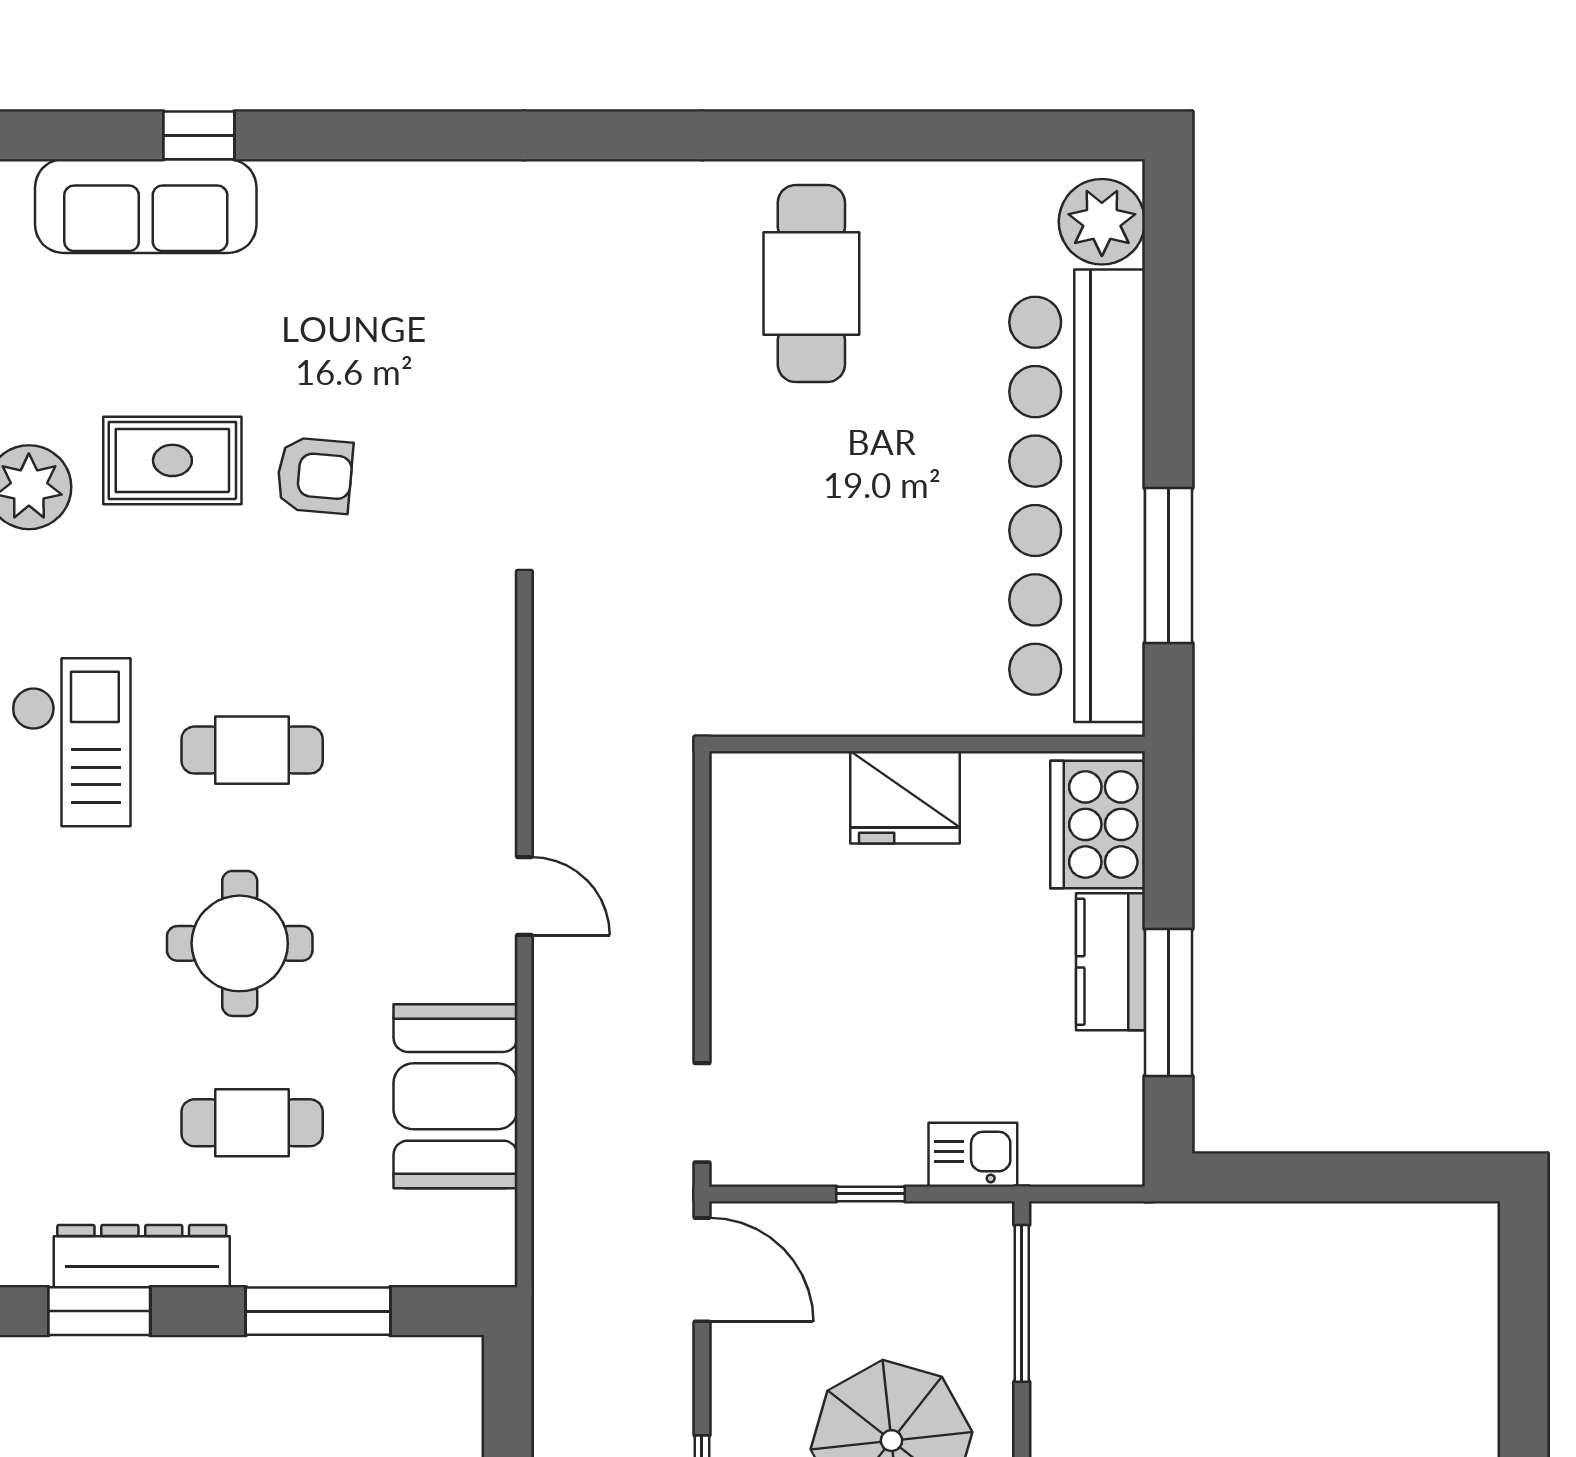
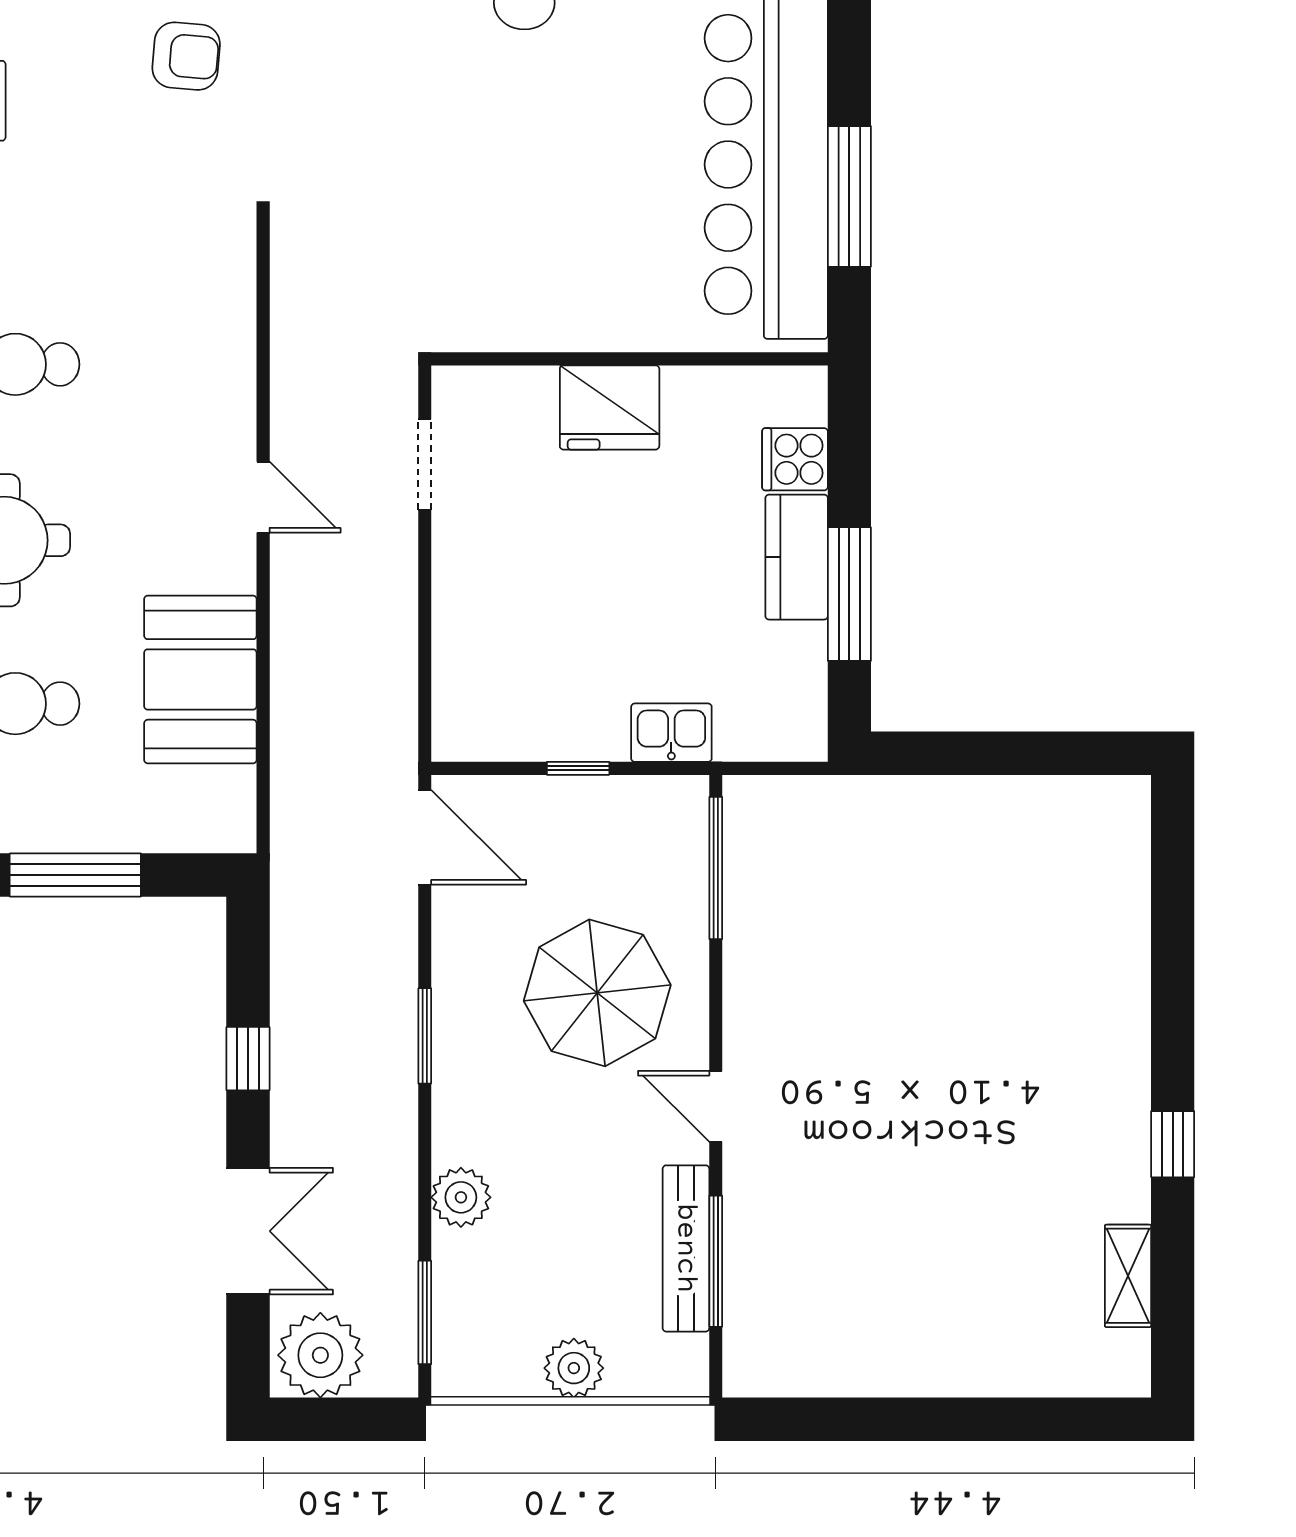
armchair: (315, 475) -> (186, 56), moved
cooker: (1098, 824) -> (795, 459), width x0.53, depth x0.76
doorway: (702, 1113) -> (425, 465), moved

